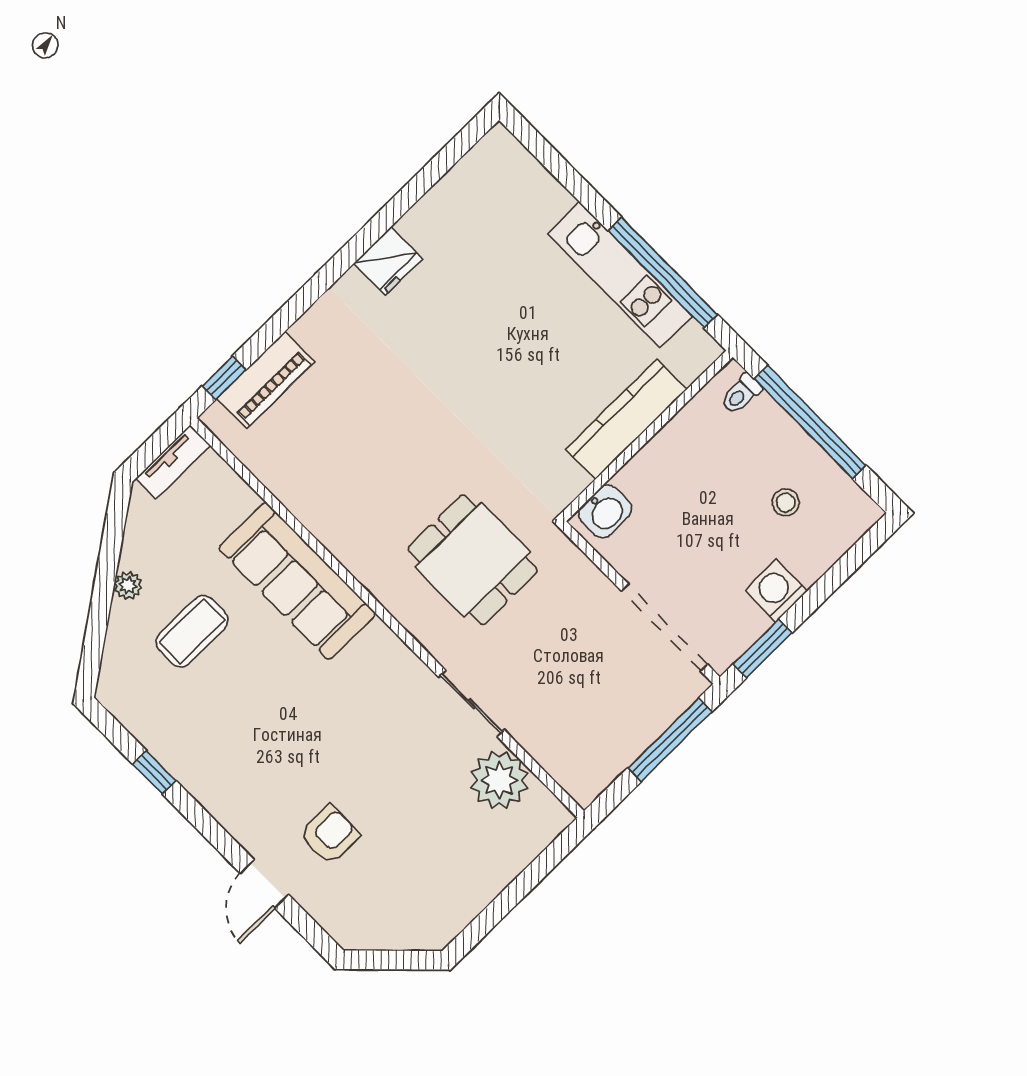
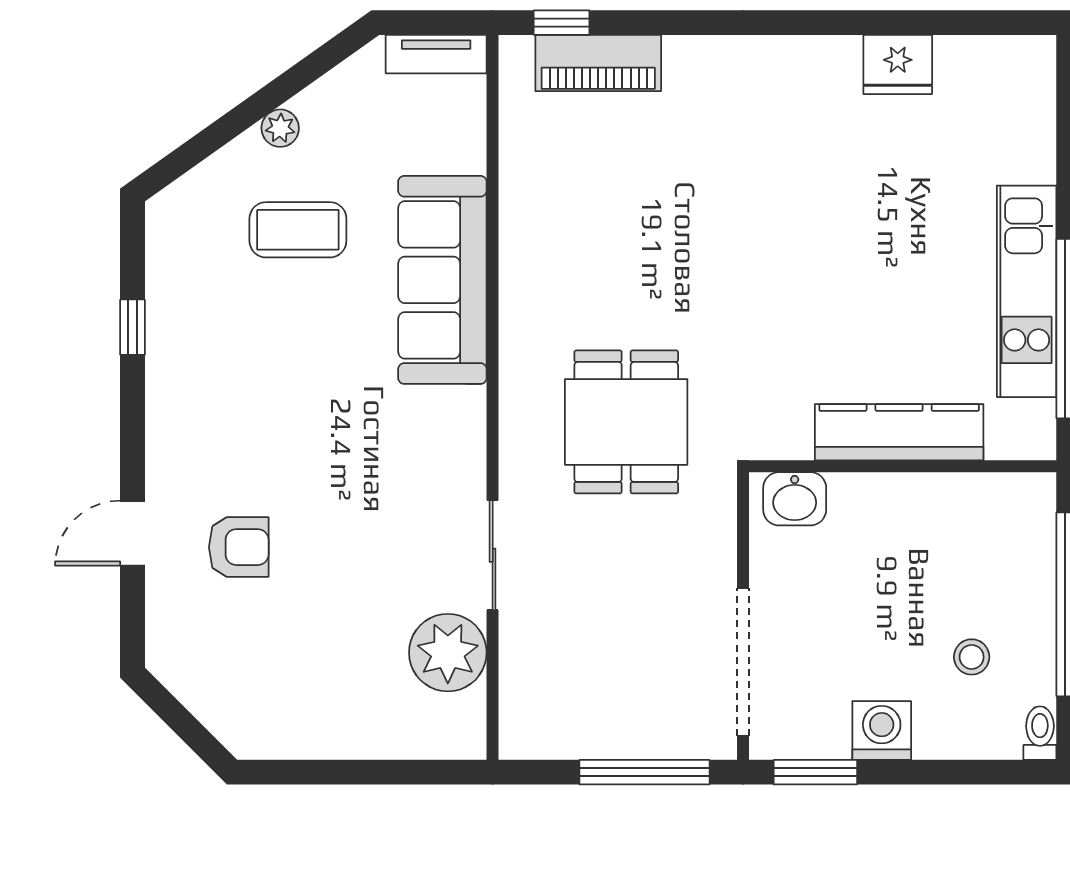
fridge: (388, 261) -> (898, 65), moved
toilet: (741, 394) -> (1040, 733), moved, turned 90

